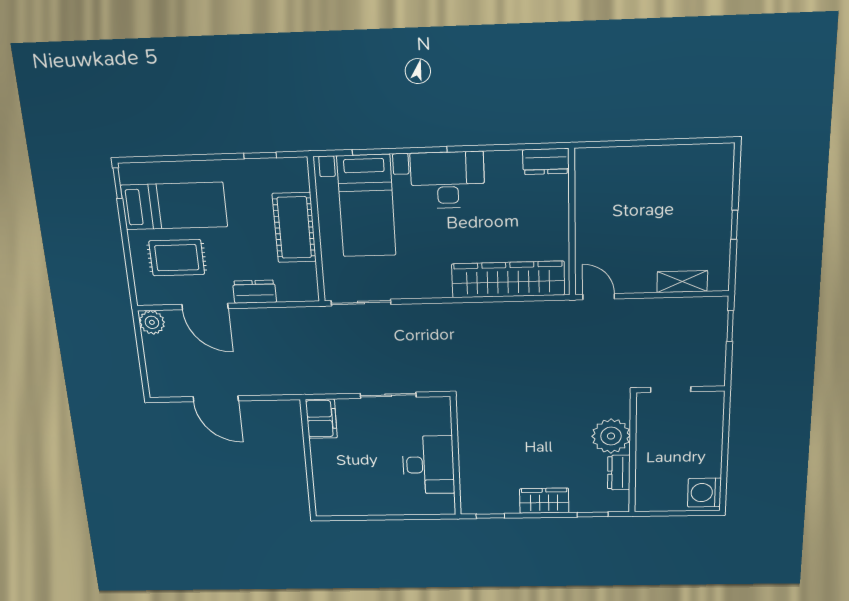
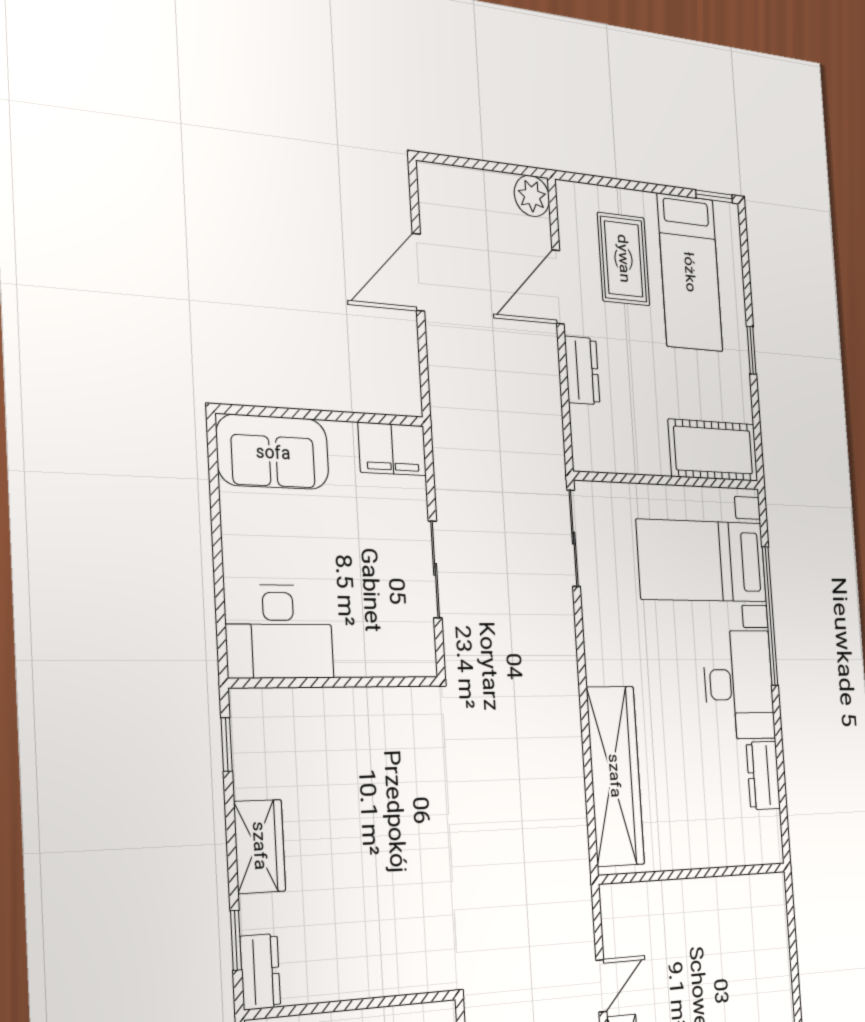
window: (260, 155) -> (752, 350), moved
dresser: (546, 161) -> (763, 775), moved
cot: (294, 228) -> (713, 450), moved
door: (599, 297) -> (601, 986), moved
plant: (611, 436) -> (381, 962), removed
desk: (428, 465) -> (279, 632), moved
dresser: (619, 473) -> (260, 972), moved, turned 90
sofa: (332, 487) -> (273, 452), added

